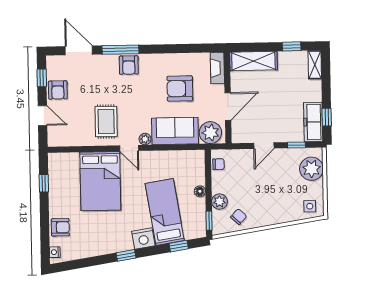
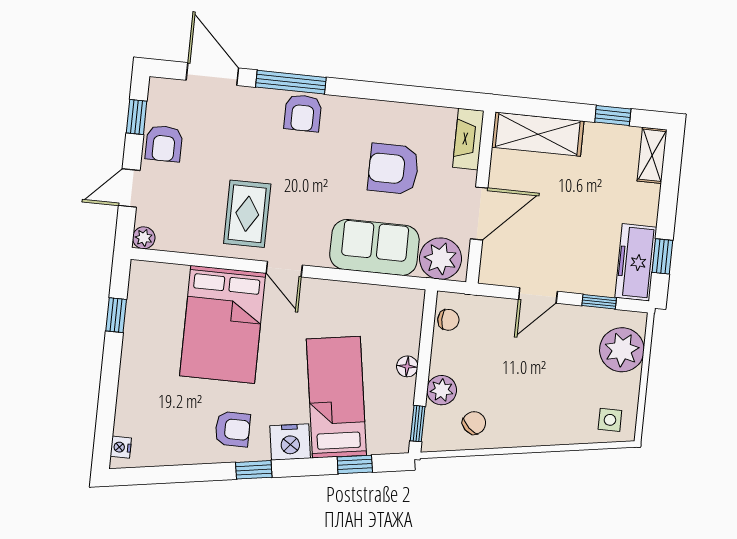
door: (43, 116) -> (129, 188), swing flipped
plant: (145, 139) -> (144, 238), moved
armchair: (60, 227) -> (233, 429), moved

